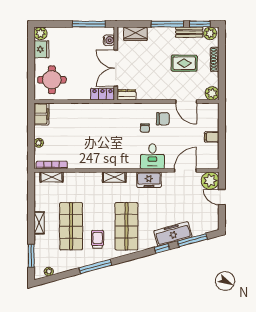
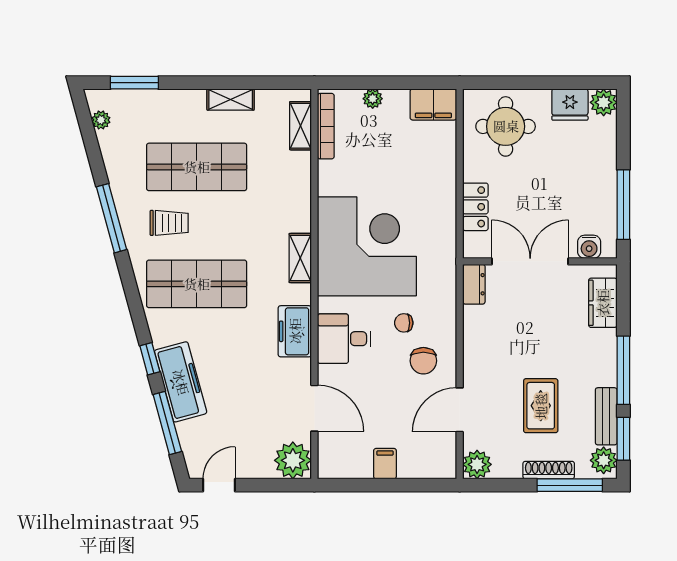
window: (222, 49) -> (570, 485), added
locker: (102, 94) -> (475, 207), moved
corner desk: (109, 146) -> (367, 246), added
door: (222, 197) -> (219, 485), moved
shelving: (39, 223) -> (231, 100), moved

